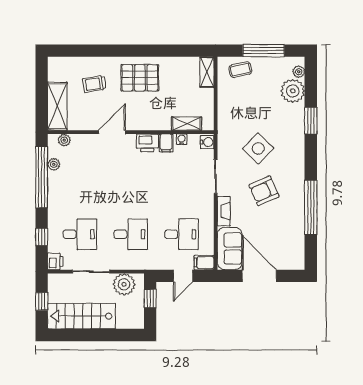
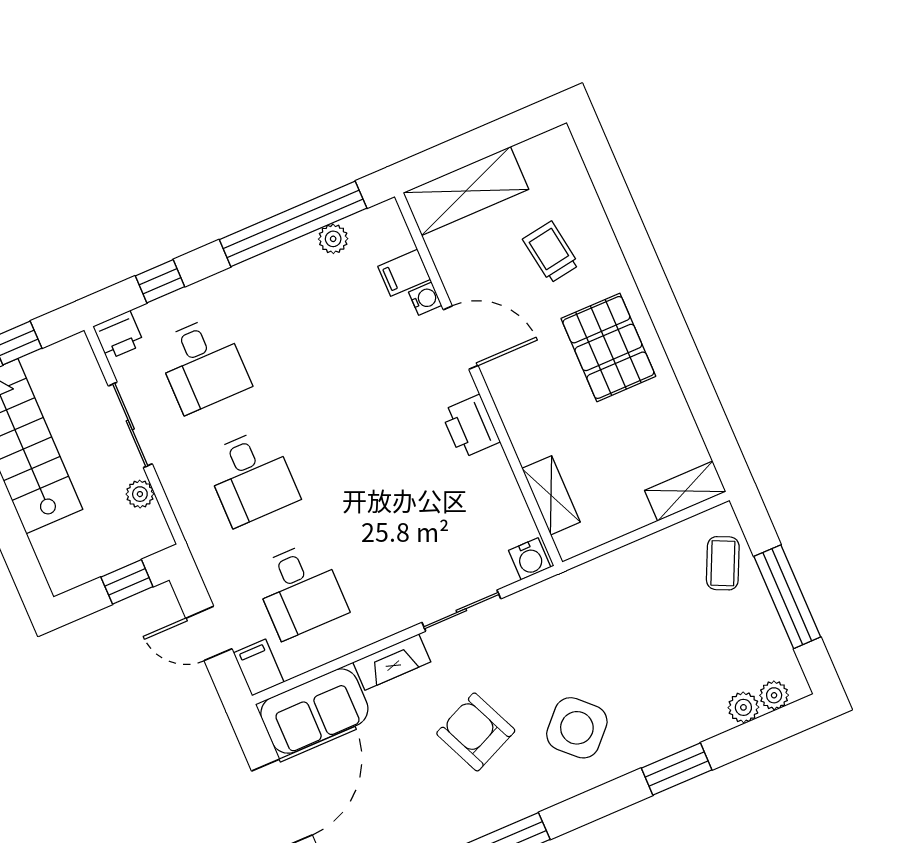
coffee table: (240, 70) -> (723, 563), turned 38
plant: (293, 91) -> (743, 707), width x0.53, depth x0.53
water cooler: (182, 139) -> (425, 299), moved
plant: (64, 140) -> (397, 239), removed
filing cabinet: (166, 143) -> (404, 273), moved
side table: (258, 148) -> (577, 728), moved
plant: (124, 284) -> (140, 494), width x0.53, depth x0.53

